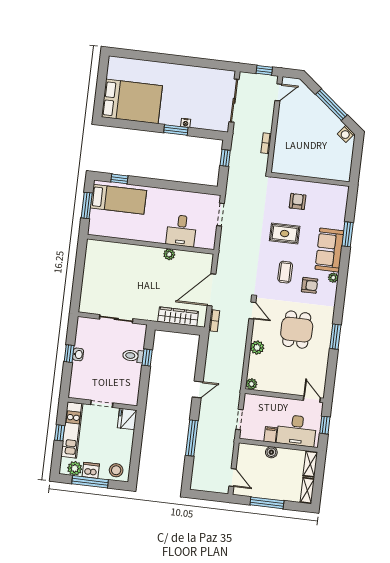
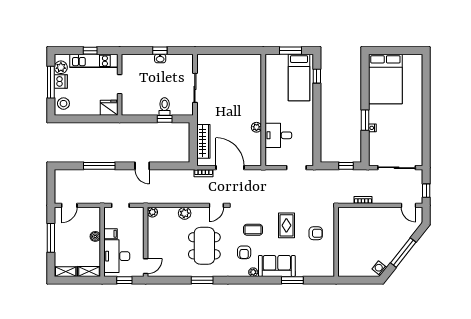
dining table: (297, 330) -> (204, 246), width x1.37

